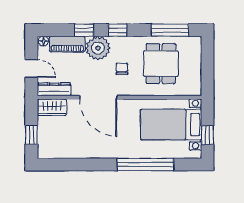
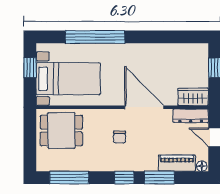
window: (84, 30) -> (159, 178), width x1.50
plant: (98, 48) -> (145, 159), removed
dining table: (161, 64) -> (61, 130), moved, turned 90

